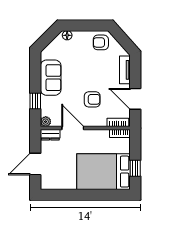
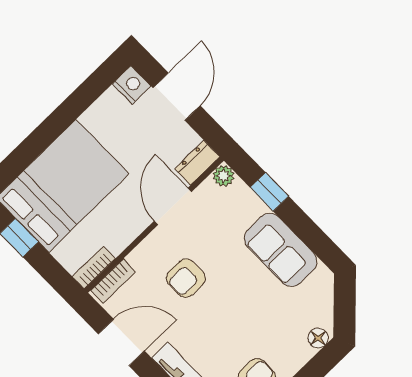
door: (73, 128) -> (173, 206), swing flipped
nightstand: (47, 183) -> (132, 85), added

